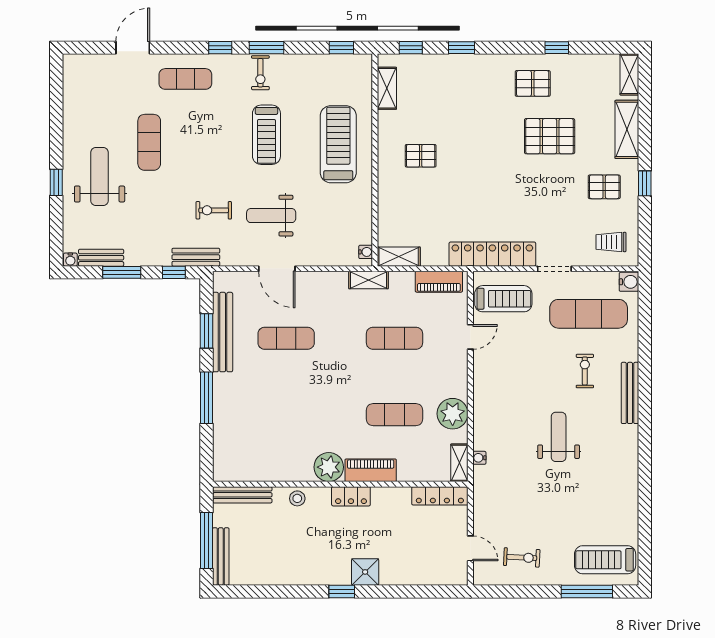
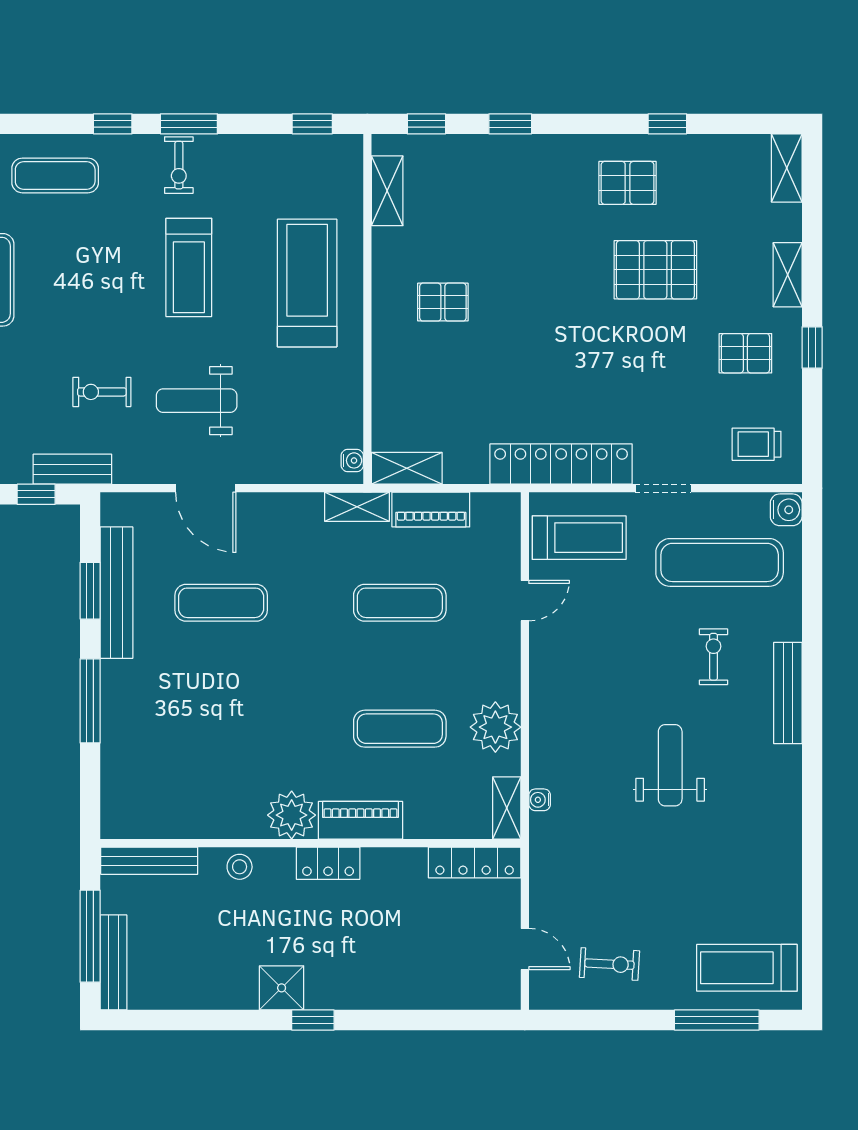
shelving: (627, 129) -> (788, 275), width x0.67, depth x0.75
piano: (439, 282) -> (431, 510), moved
shower: (365, 572) -> (282, 988), moved

